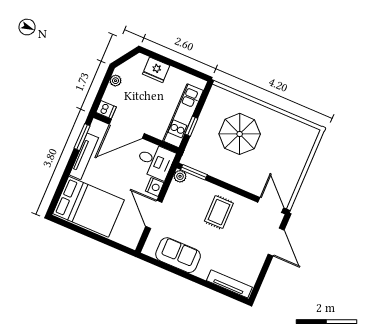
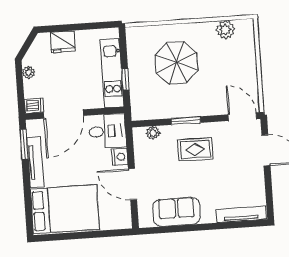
plant: (293, 127) -> (225, 30), added
window: (194, 172) -> (186, 121), moved
plant: (180, 176) -> (153, 133), moved
rug: (219, 212) -> (195, 149), turned 90

